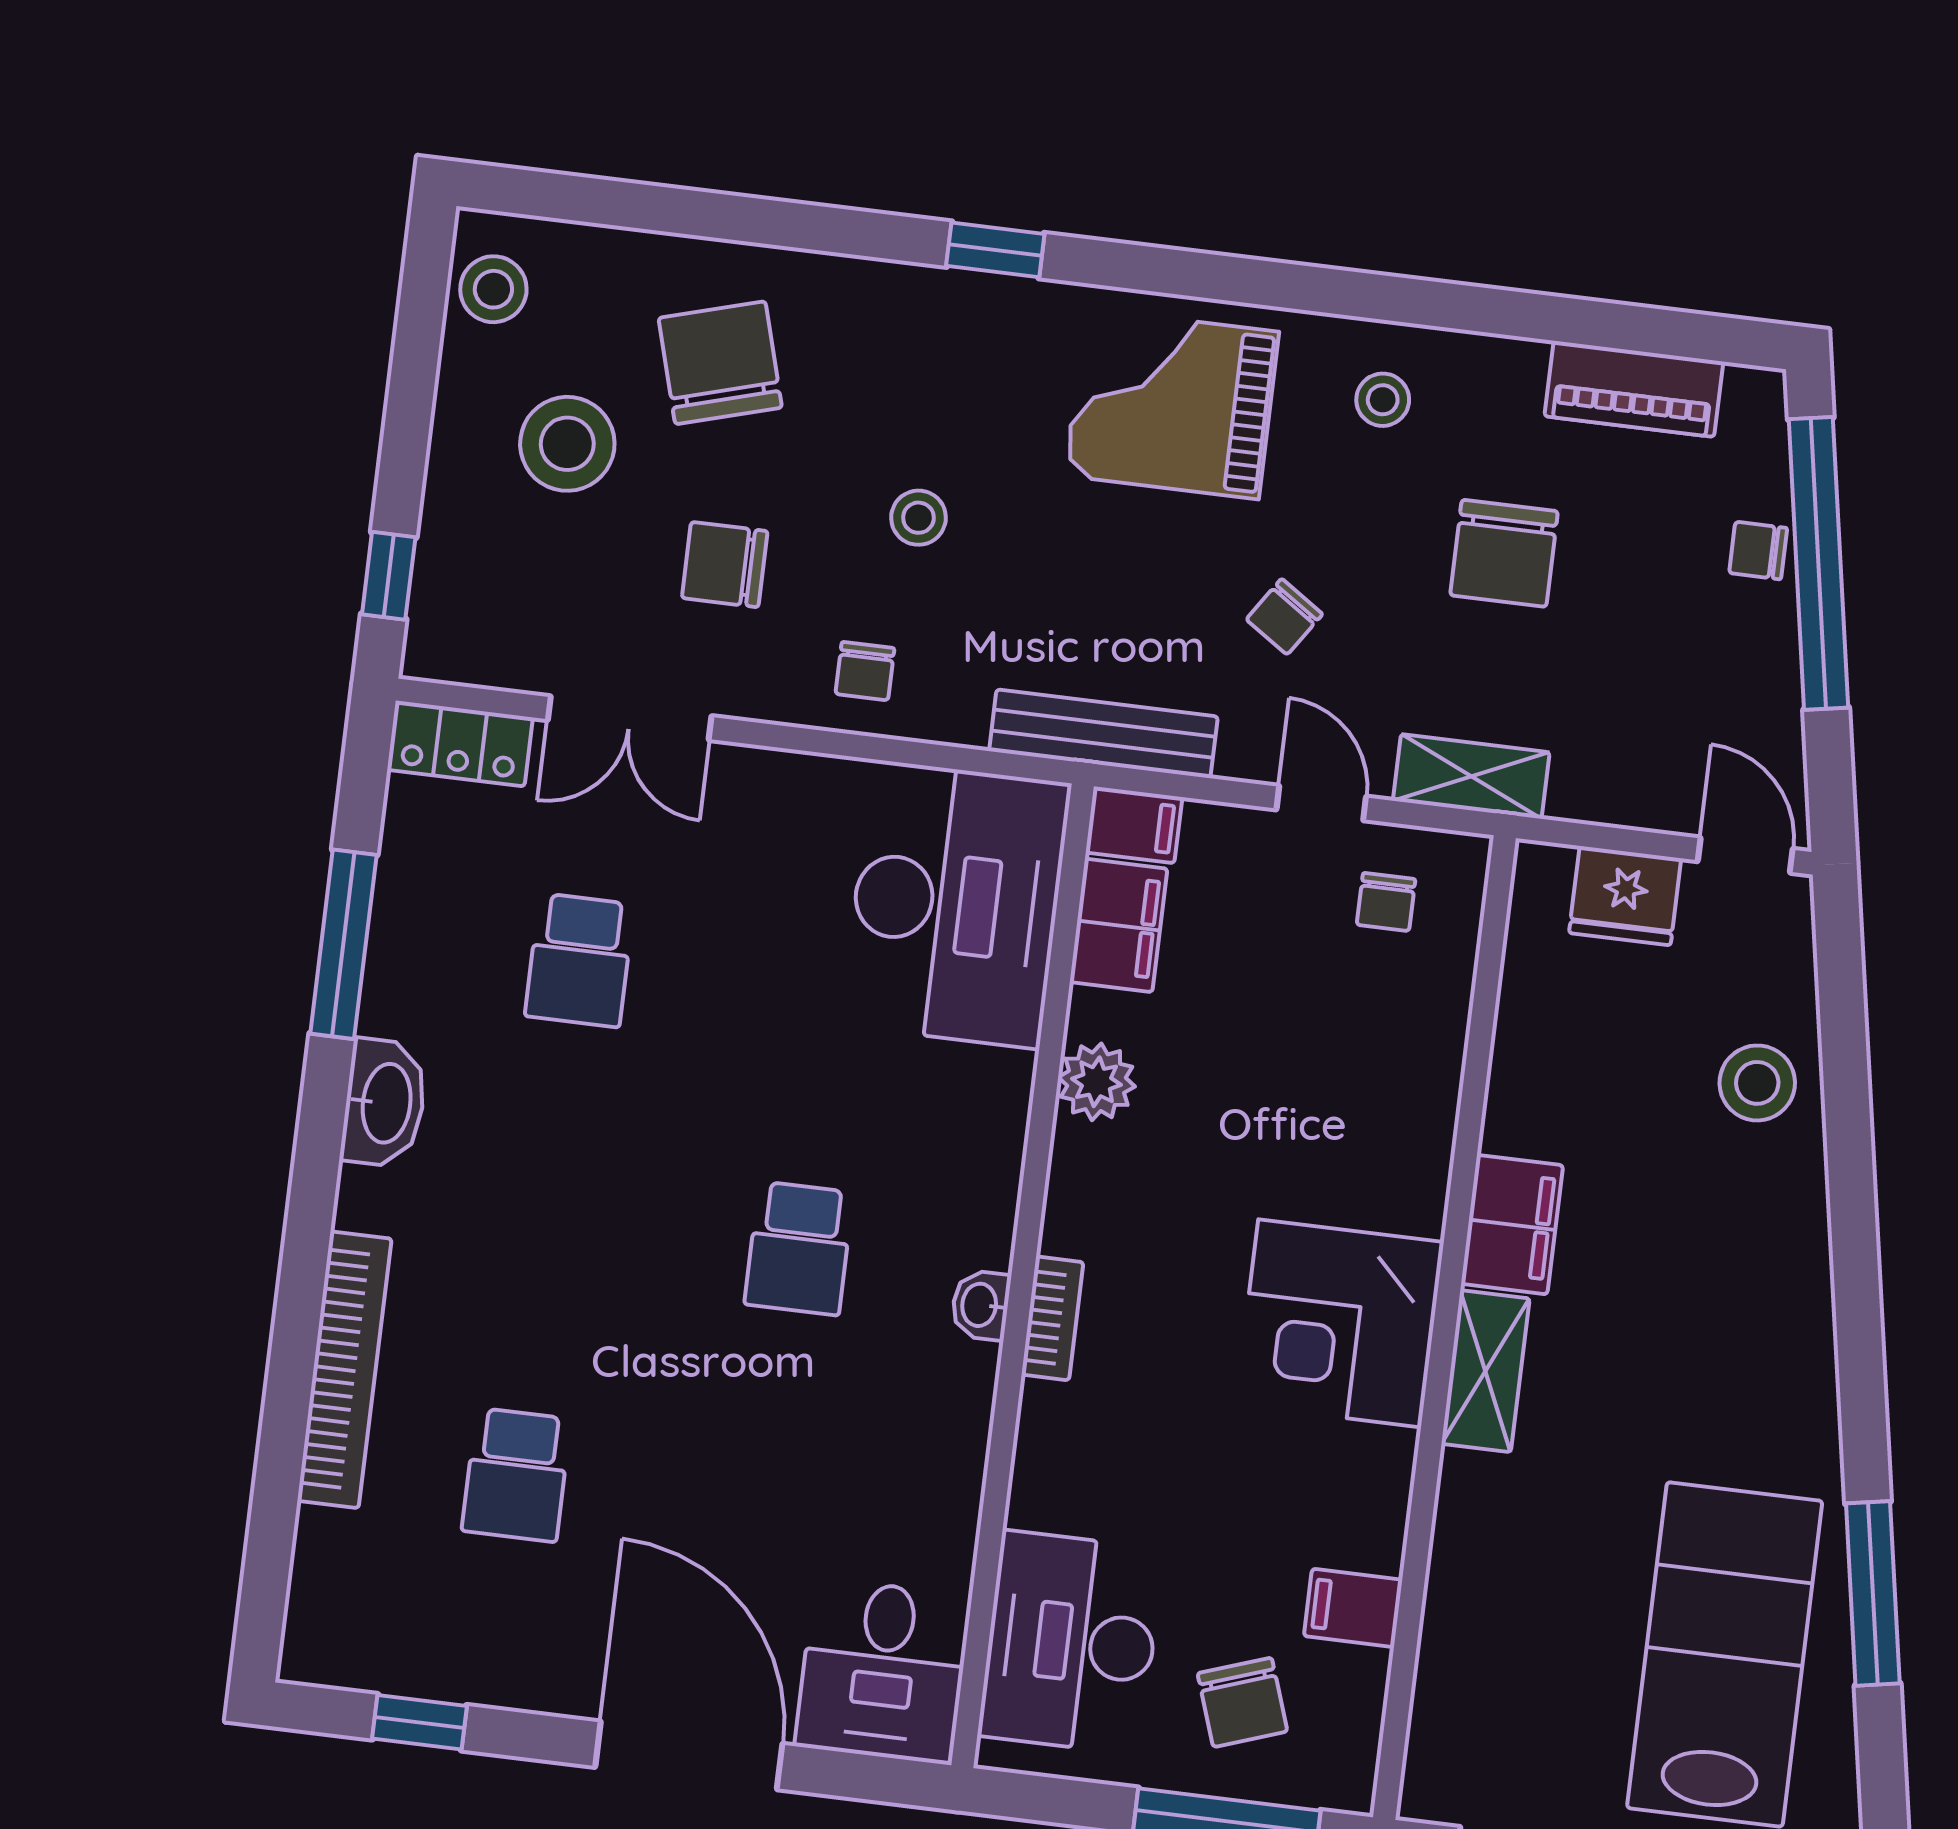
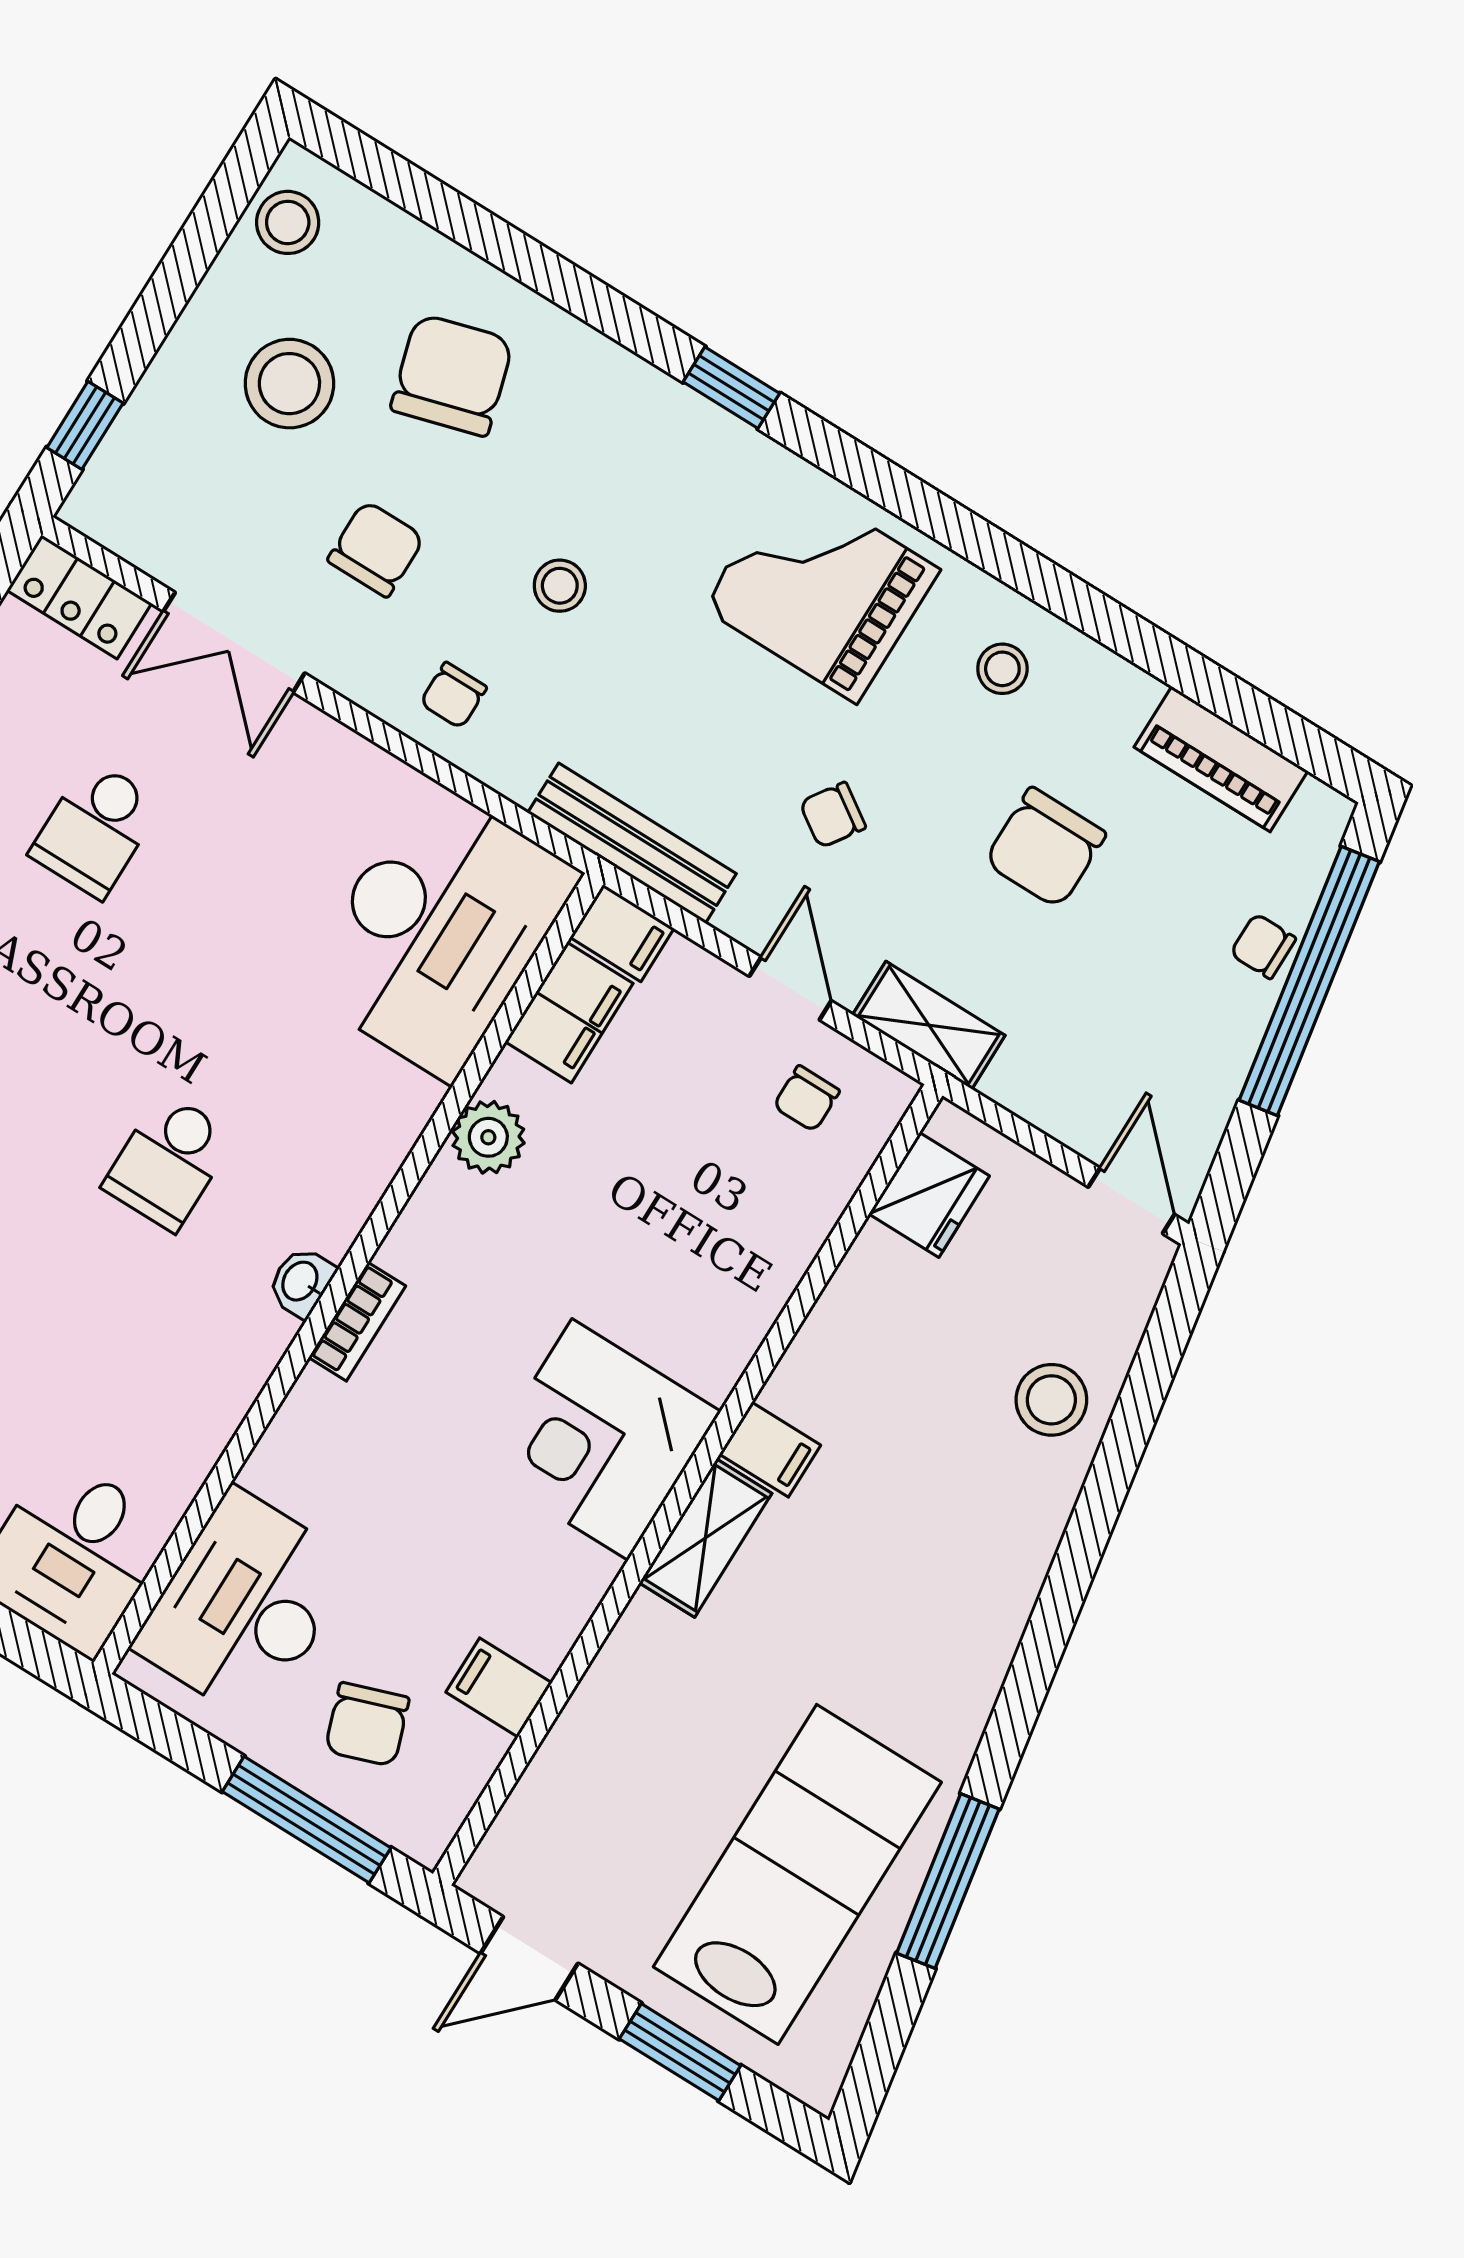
chair: (725, 565) -> (376, 549), turned 90
fridge: (1625, 896) -> (929, 1195), moved, turned -90
filing cabinet: (1512, 1225) -> (770, 1450), width x0.50

